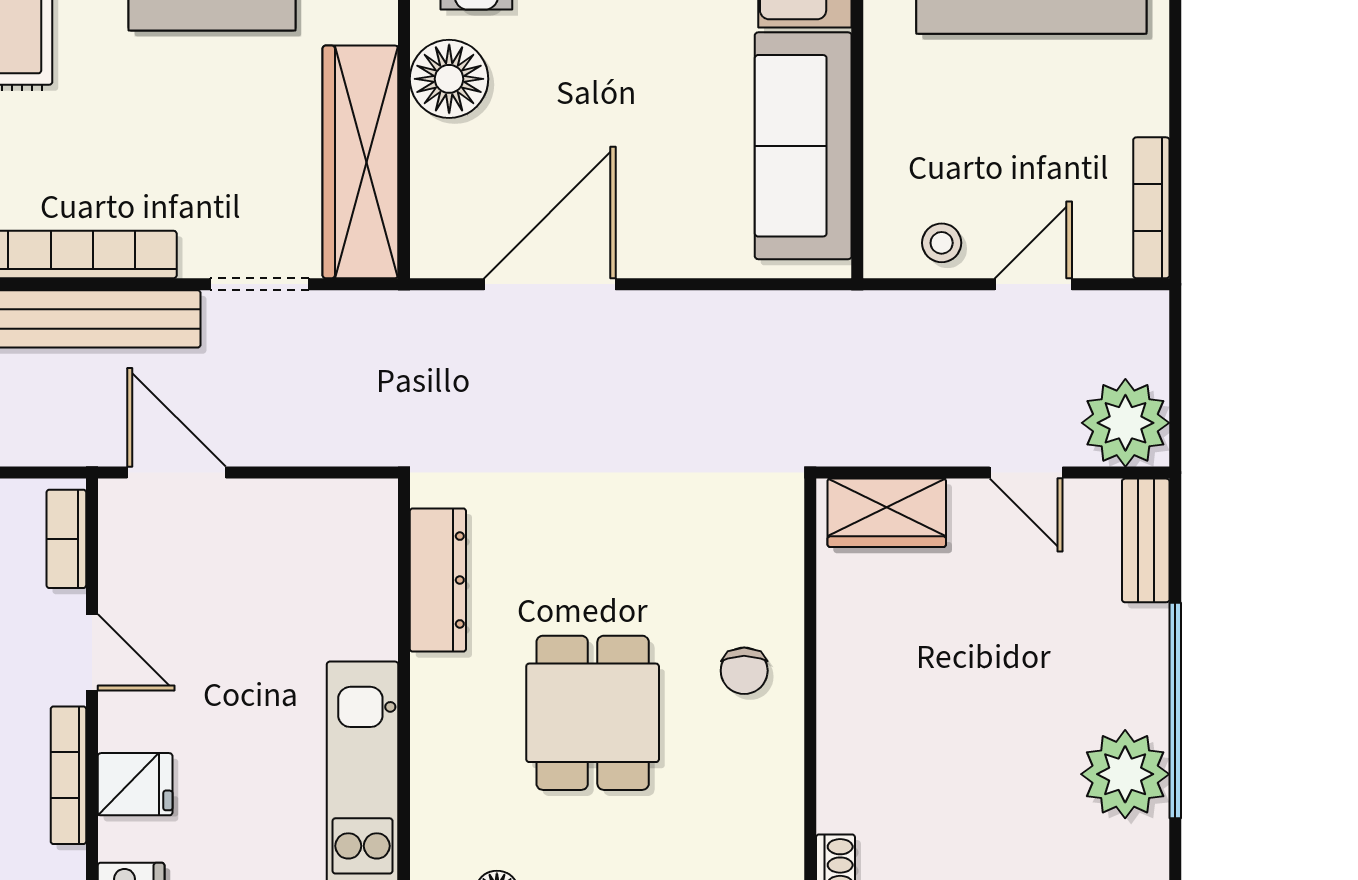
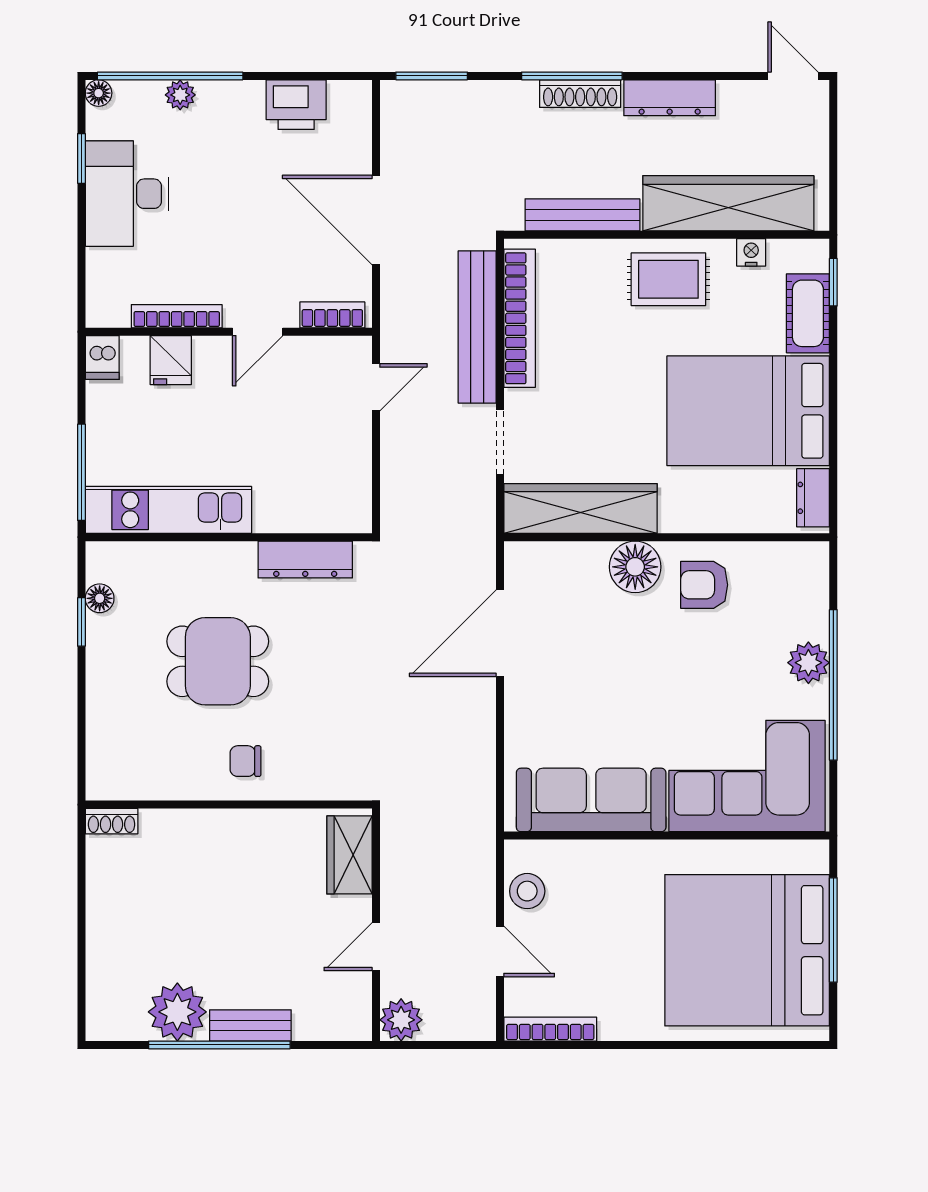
stool: (942, 243) -> (527, 891), width x1.37, depth x1.37
door: (550, 284) -> (500, 633), swing flipped
plant: (1125, 423) -> (401, 1020), width x0.73, depth x0.73
door: (176, 473) -> (376, 387), width x0.73
bench: (1146, 540) -> (250, 1025), moved

